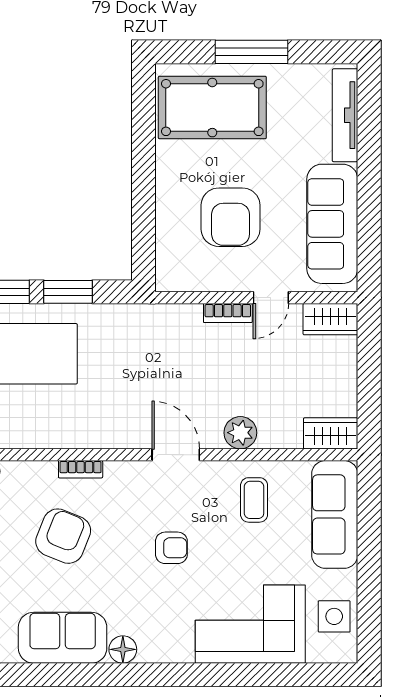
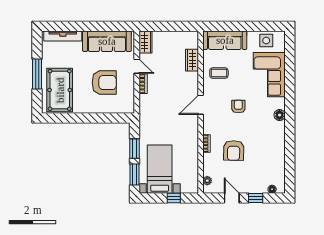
plant: (240, 433) -> (192, 79), removed
wardrobe: (331, 433) -> (192, 60), moved
armchair: (63, 536) -> (234, 151), turned -111
sofa: (63, 638) -> (275, 151), removed
floor lamp: (123, 649) -> (280, 115), moved

